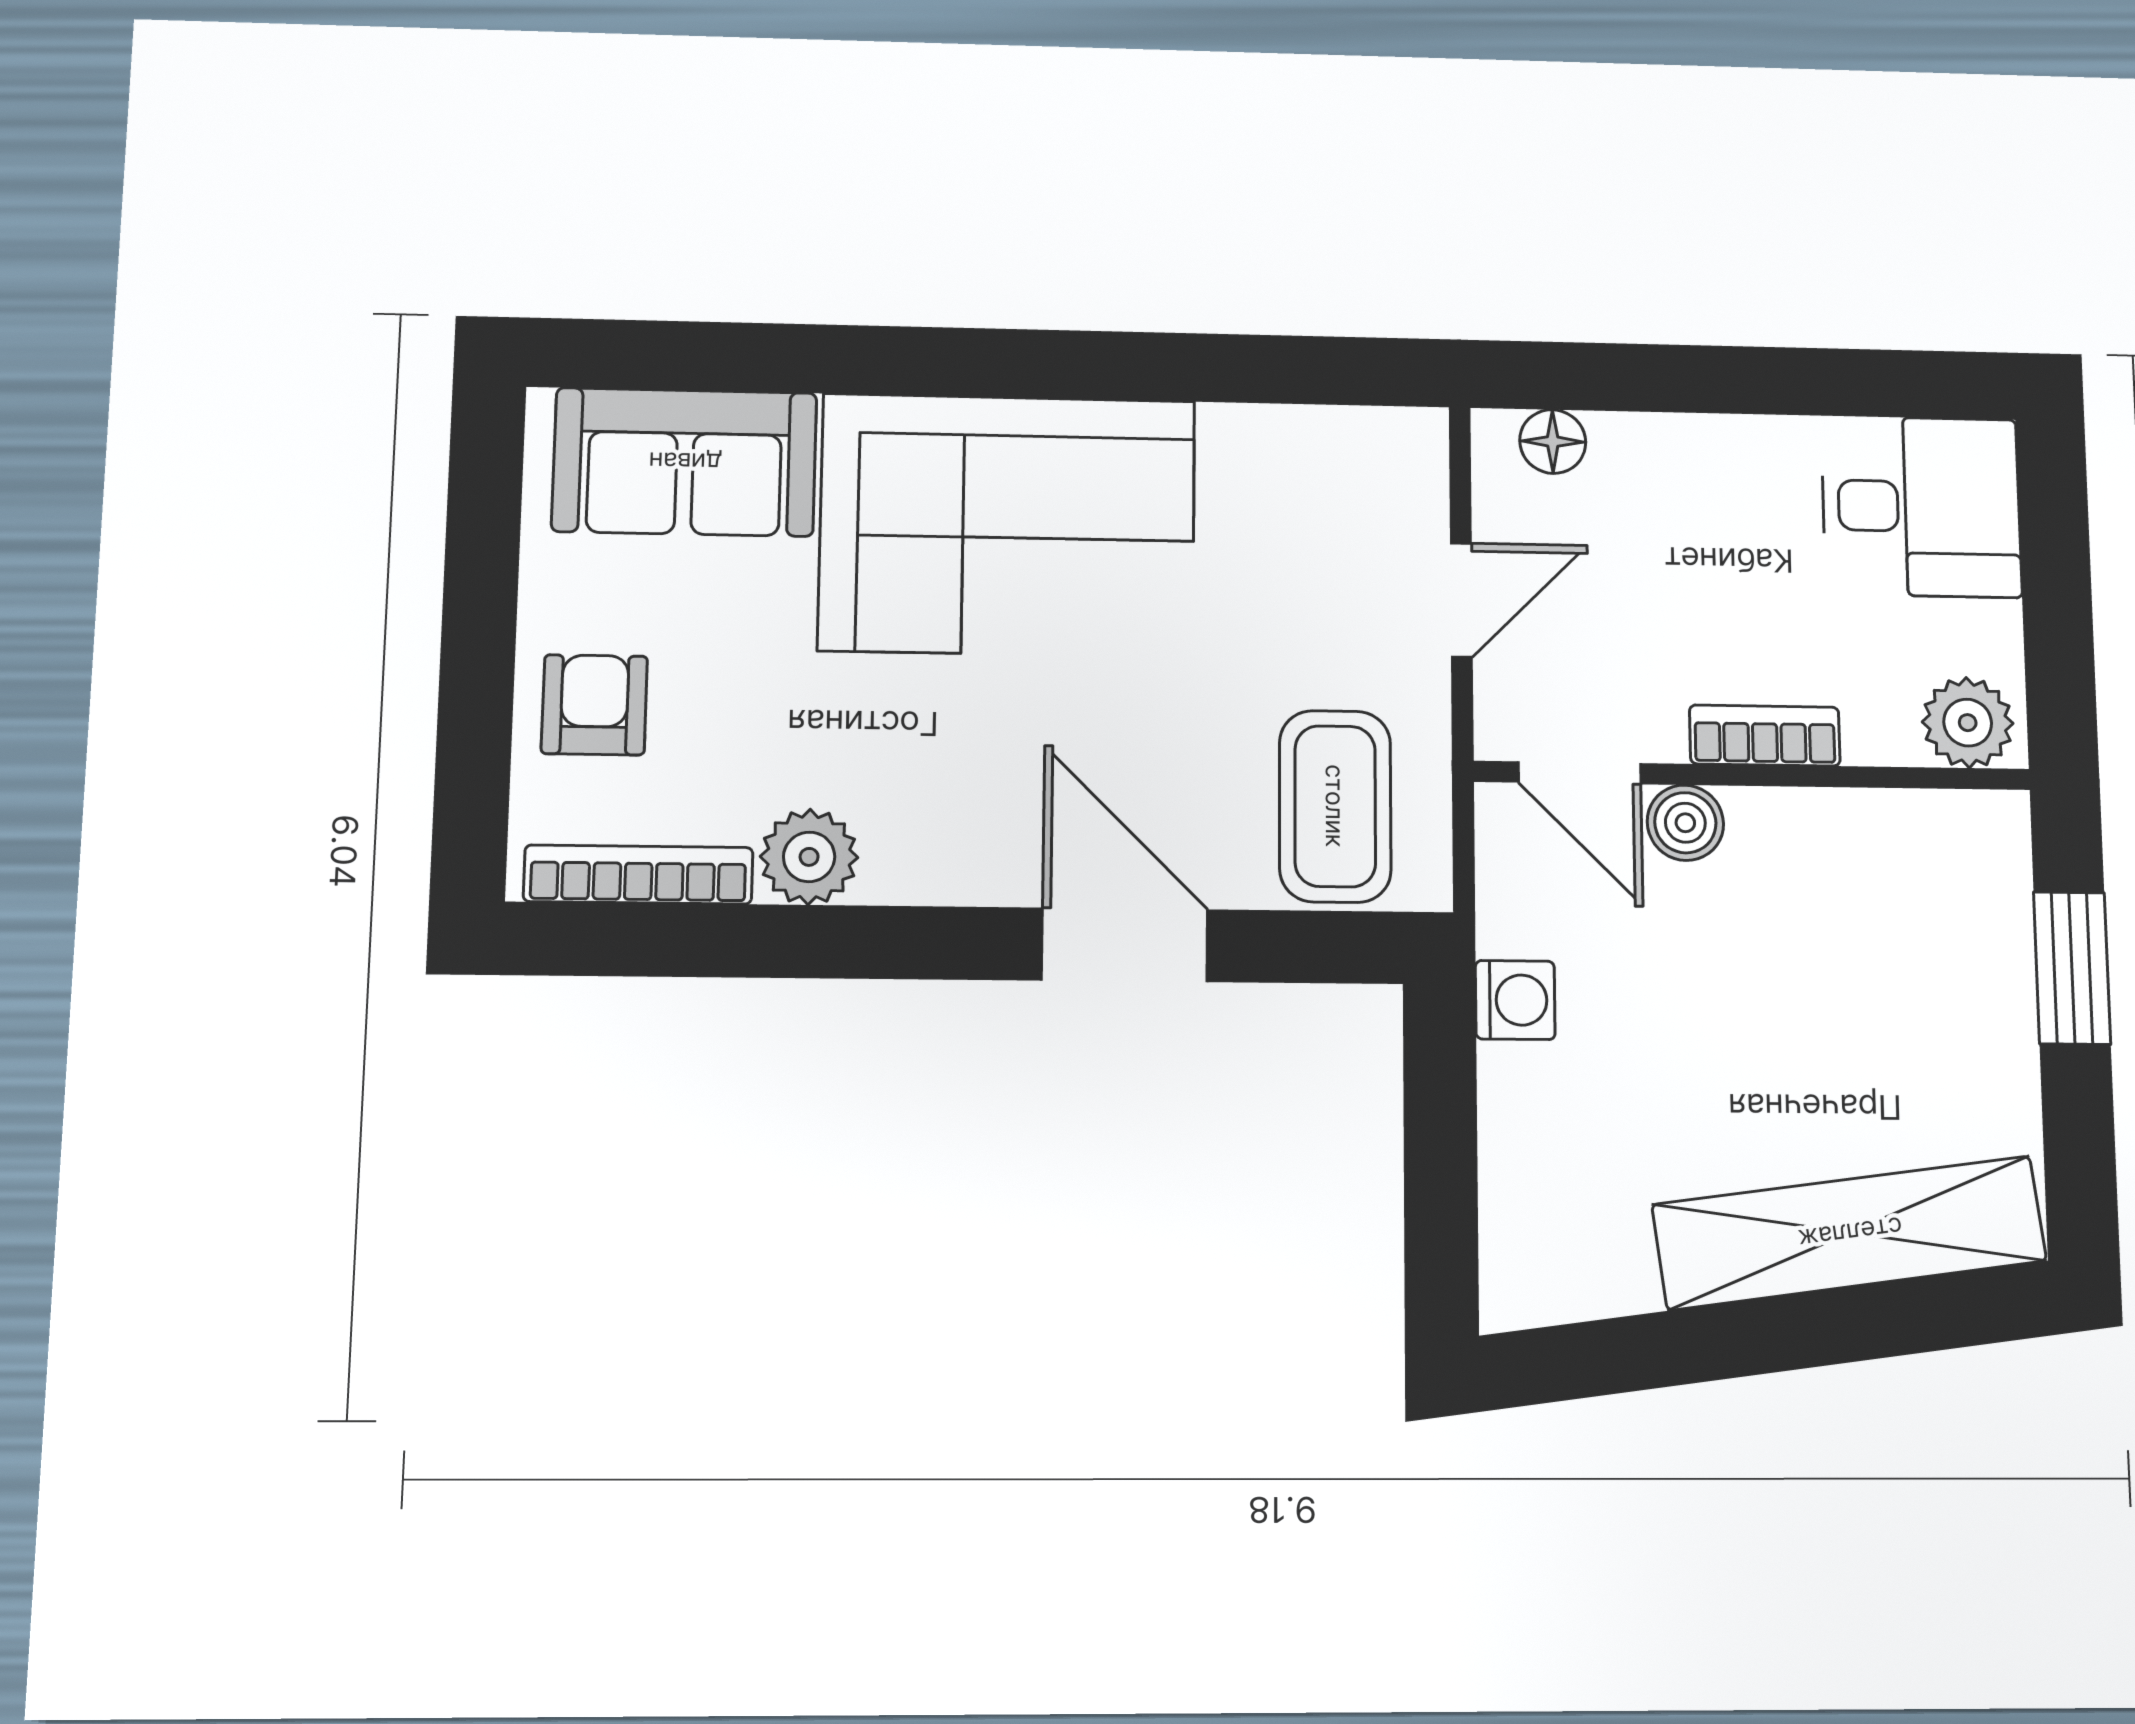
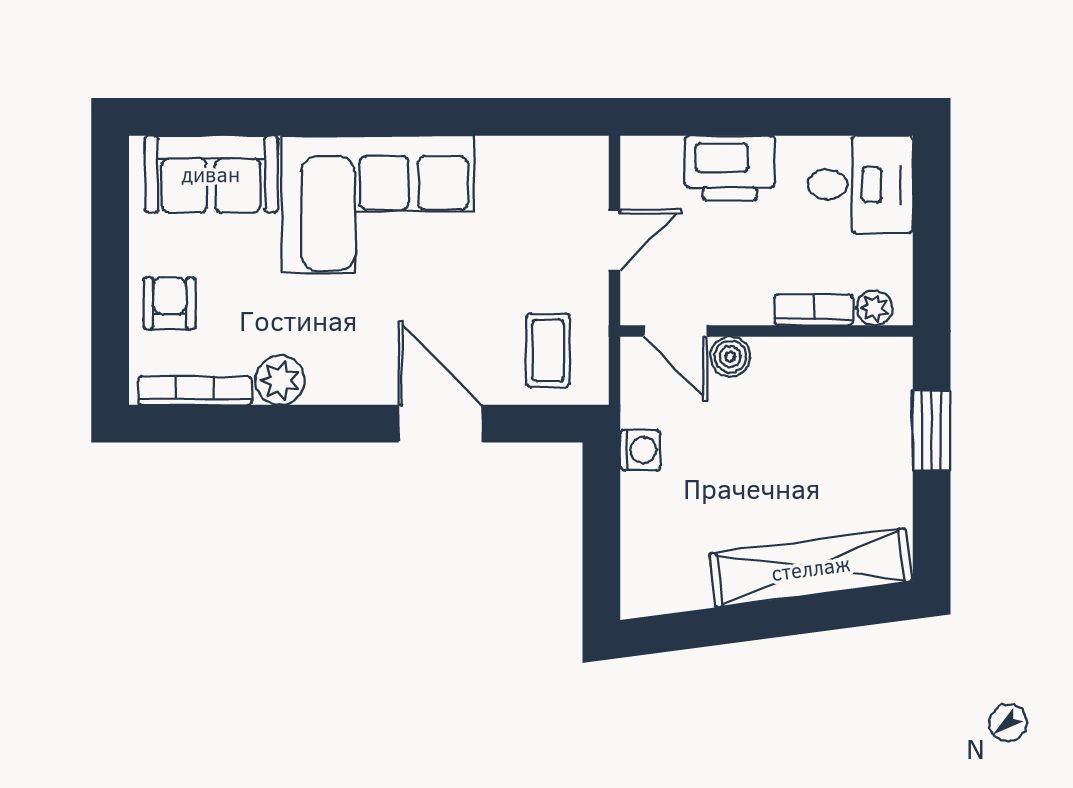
floor lamp: (1553, 442) -> (664, 153), removed
printer: (1678, 471) -> (730, 168), added
plant: (1968, 723) -> (874, 308), width x0.73, depth x0.73
bookcase: (1765, 735) -> (814, 310), moved
coffee table: (1335, 806) -> (548, 350), width x0.73, depth x0.77

